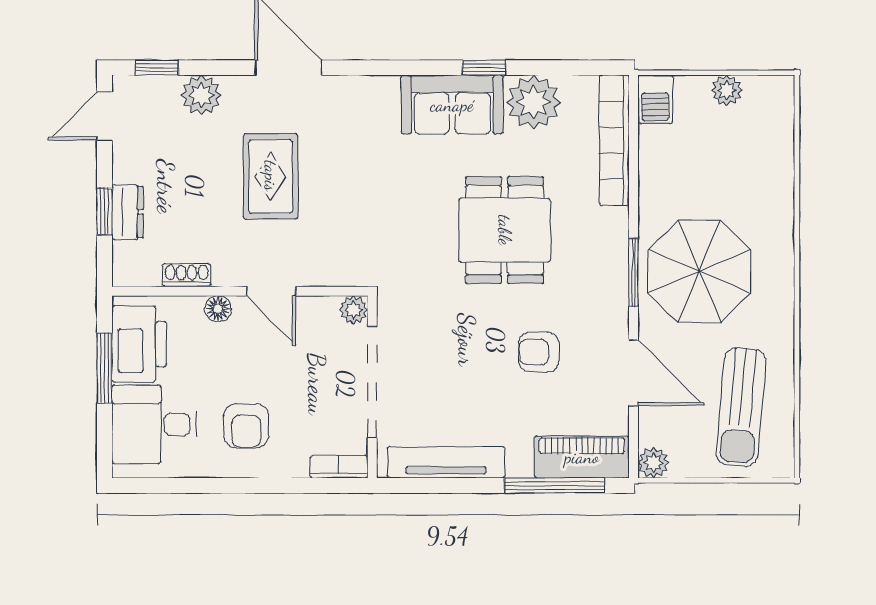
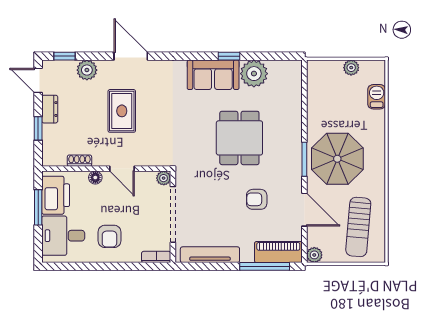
barbecue: (655, 99) -> (377, 97), moved, turned 180
door: (104, 116) -> (38, 80), hinge flipped
bookcase: (614, 140) -> (295, 93), removed
dresser: (127, 212) -> (50, 109), moved

